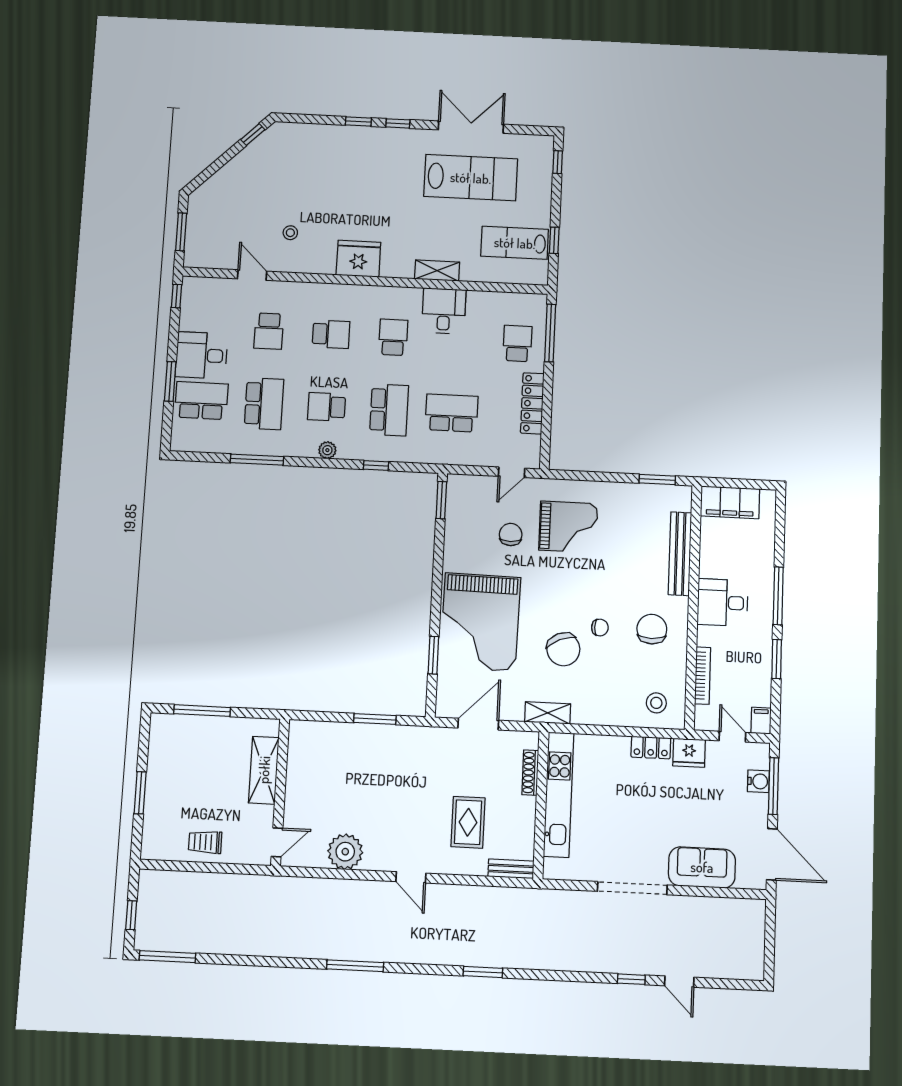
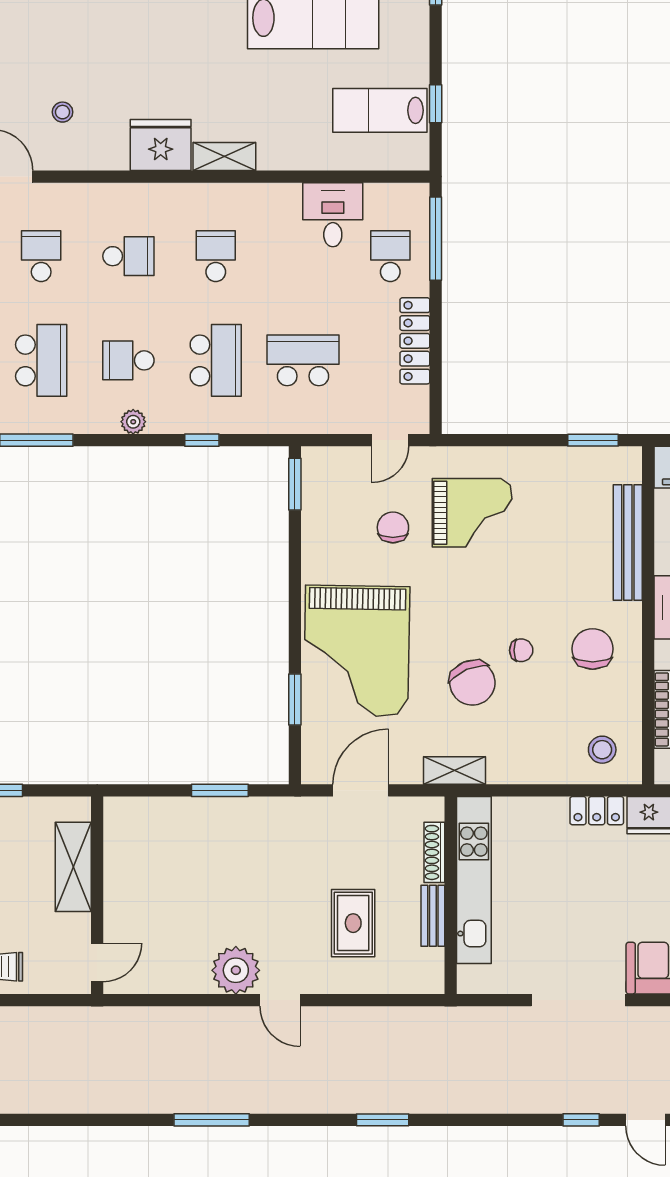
shelving: (437, 271) -> (224, 156), moved
desk: (444, 311) -> (333, 215), moved
school desk: (269, 331) -> (41, 256), turned 180
plant: (345, 852) -> (236, 970), moved
bench: (511, 869) -> (433, 916), moved, turned 90

